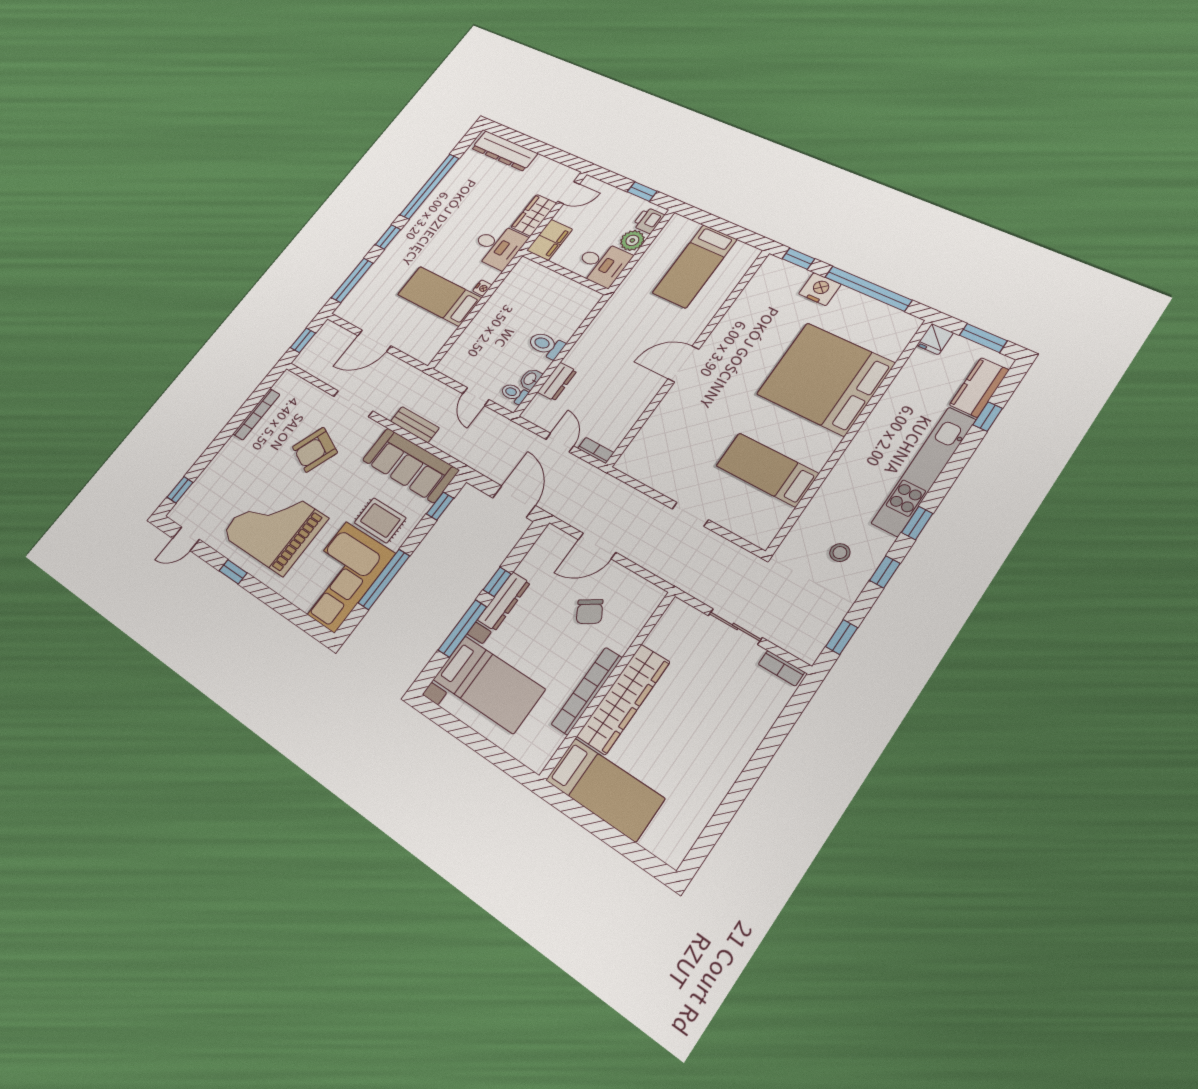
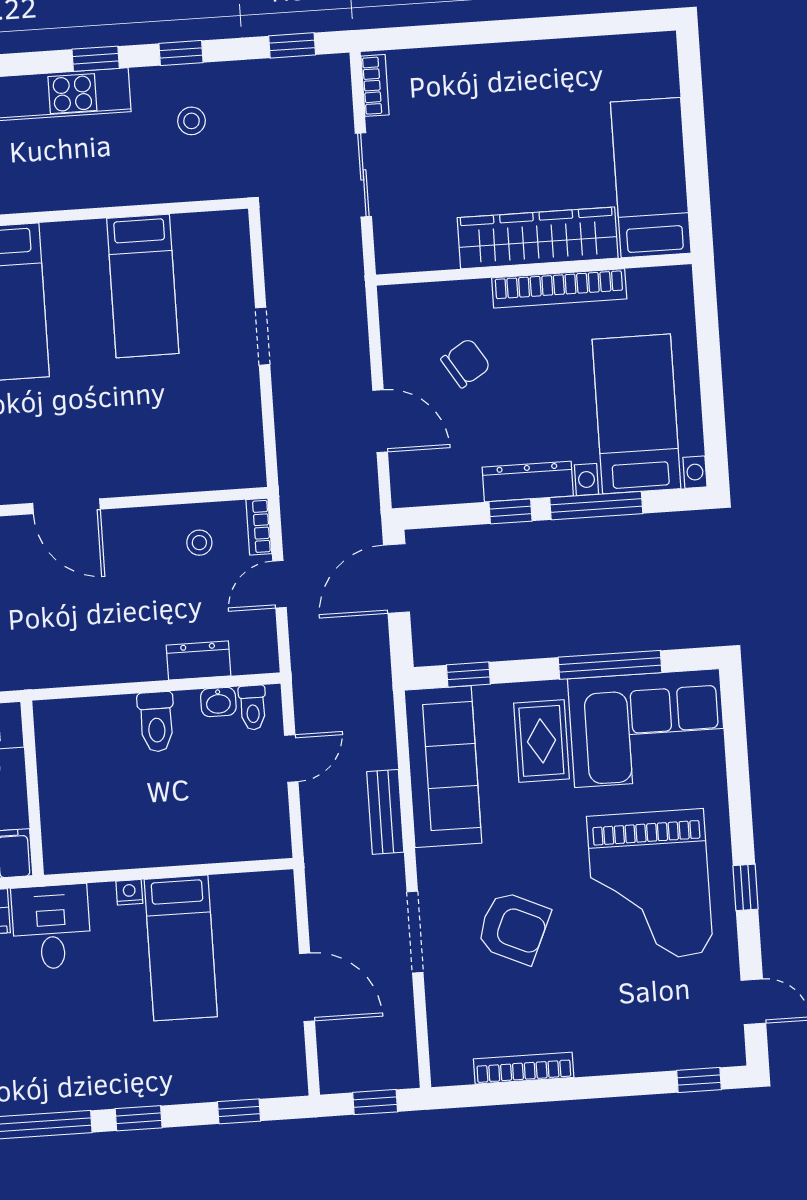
window: (352, 280) -> (239, 1111), width x0.46
stool: (612, 417) -> (199, 543), added

